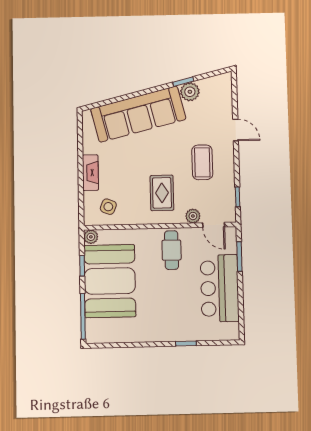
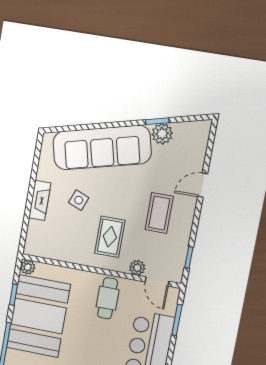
door: (236, 130) -> (203, 185), swing flipped
side table: (108, 207) -> (79, 200), moved

